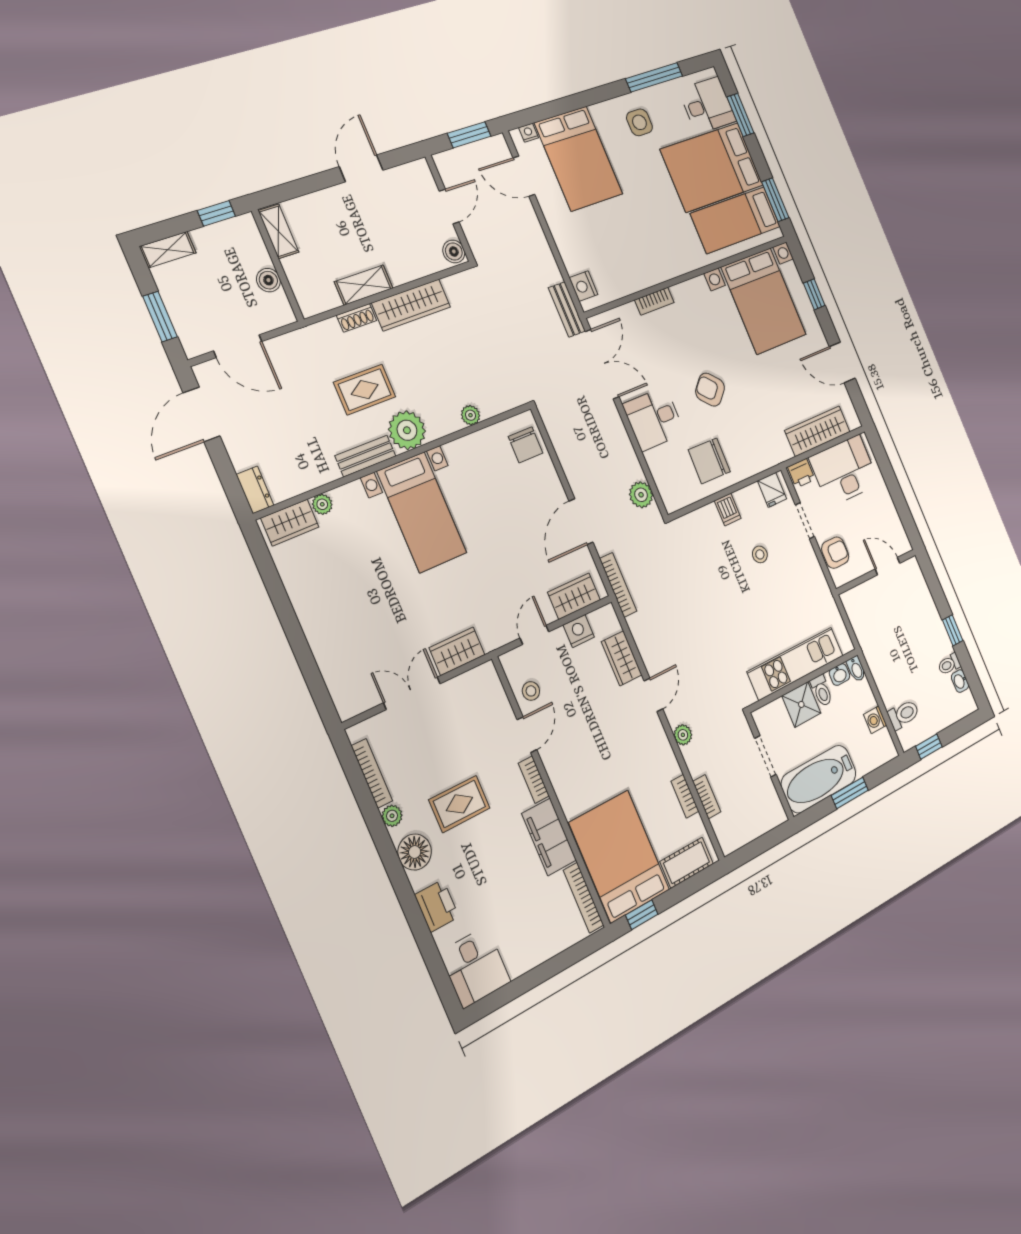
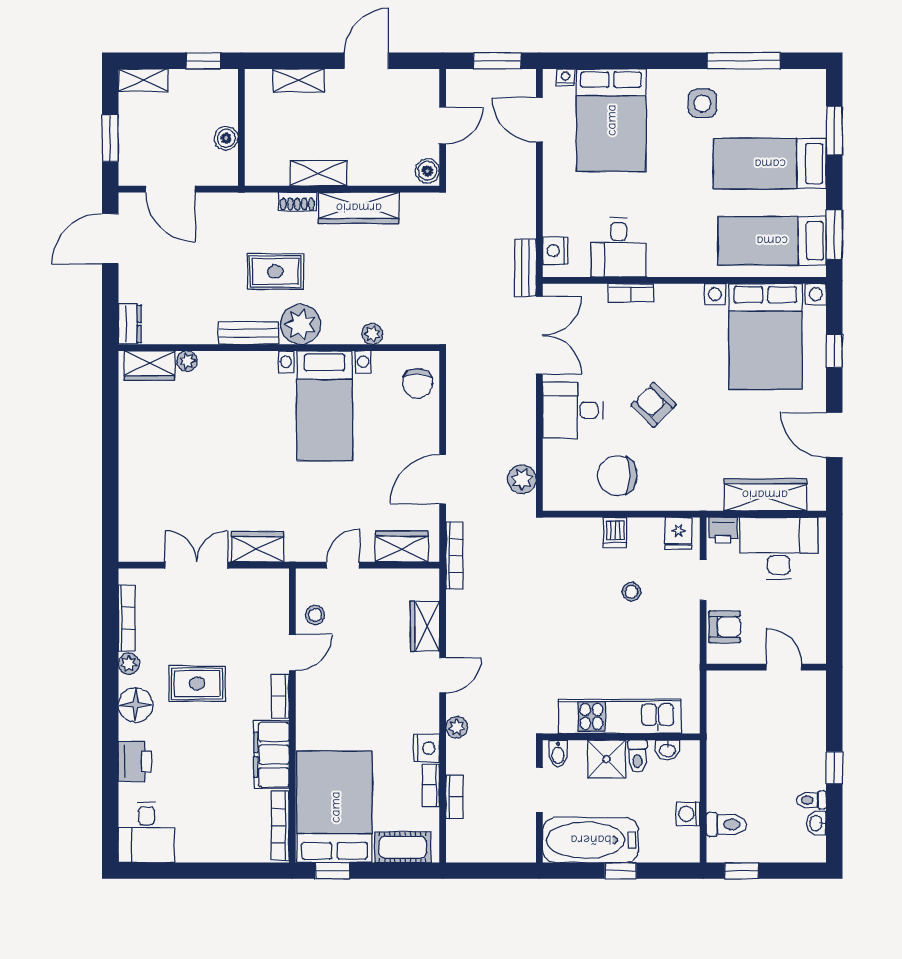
desk: (707, 105) -> (619, 248), moved, turned 90
bed: (712, 167) -> (770, 164), width x0.67
shelving: (279, 231) -> (299, 80), moved, turned 90
bed with nightstands: (422, 512) -> (325, 406), moved
nightstand: (579, 631) -> (427, 748), moved, turned 90
bidet: (856, 669) -> (558, 754), moved
window: (850, 793) -> (620, 871), width x0.67

